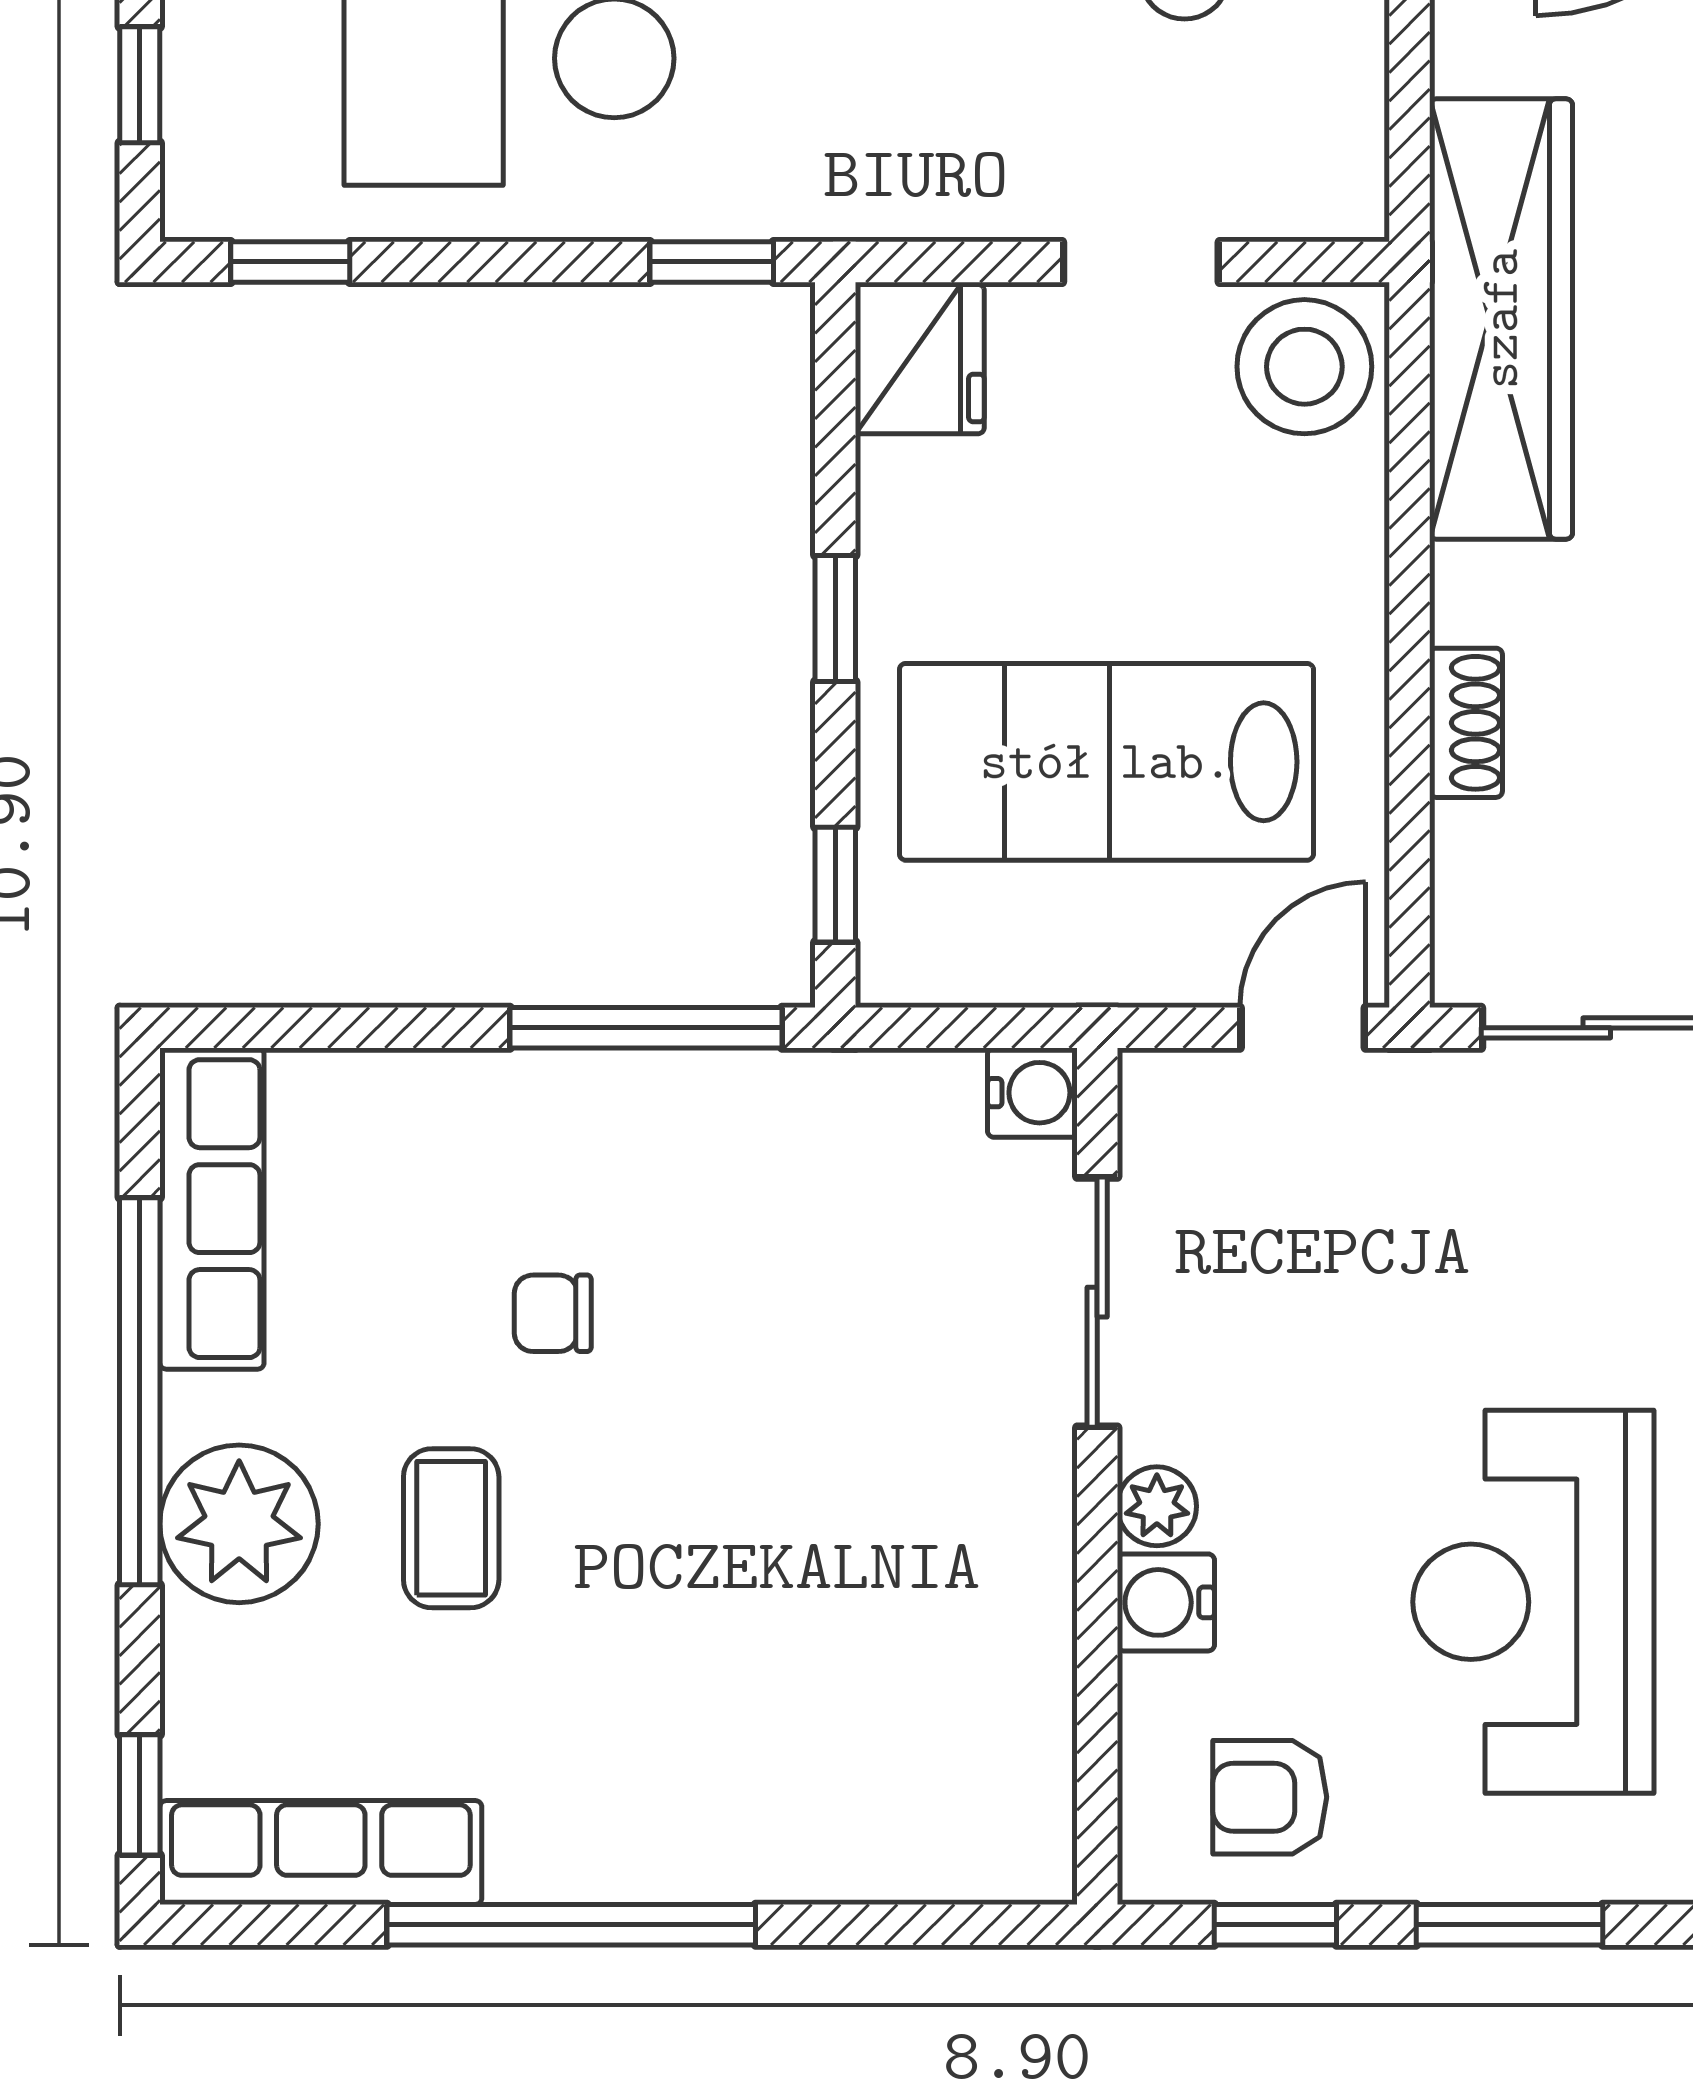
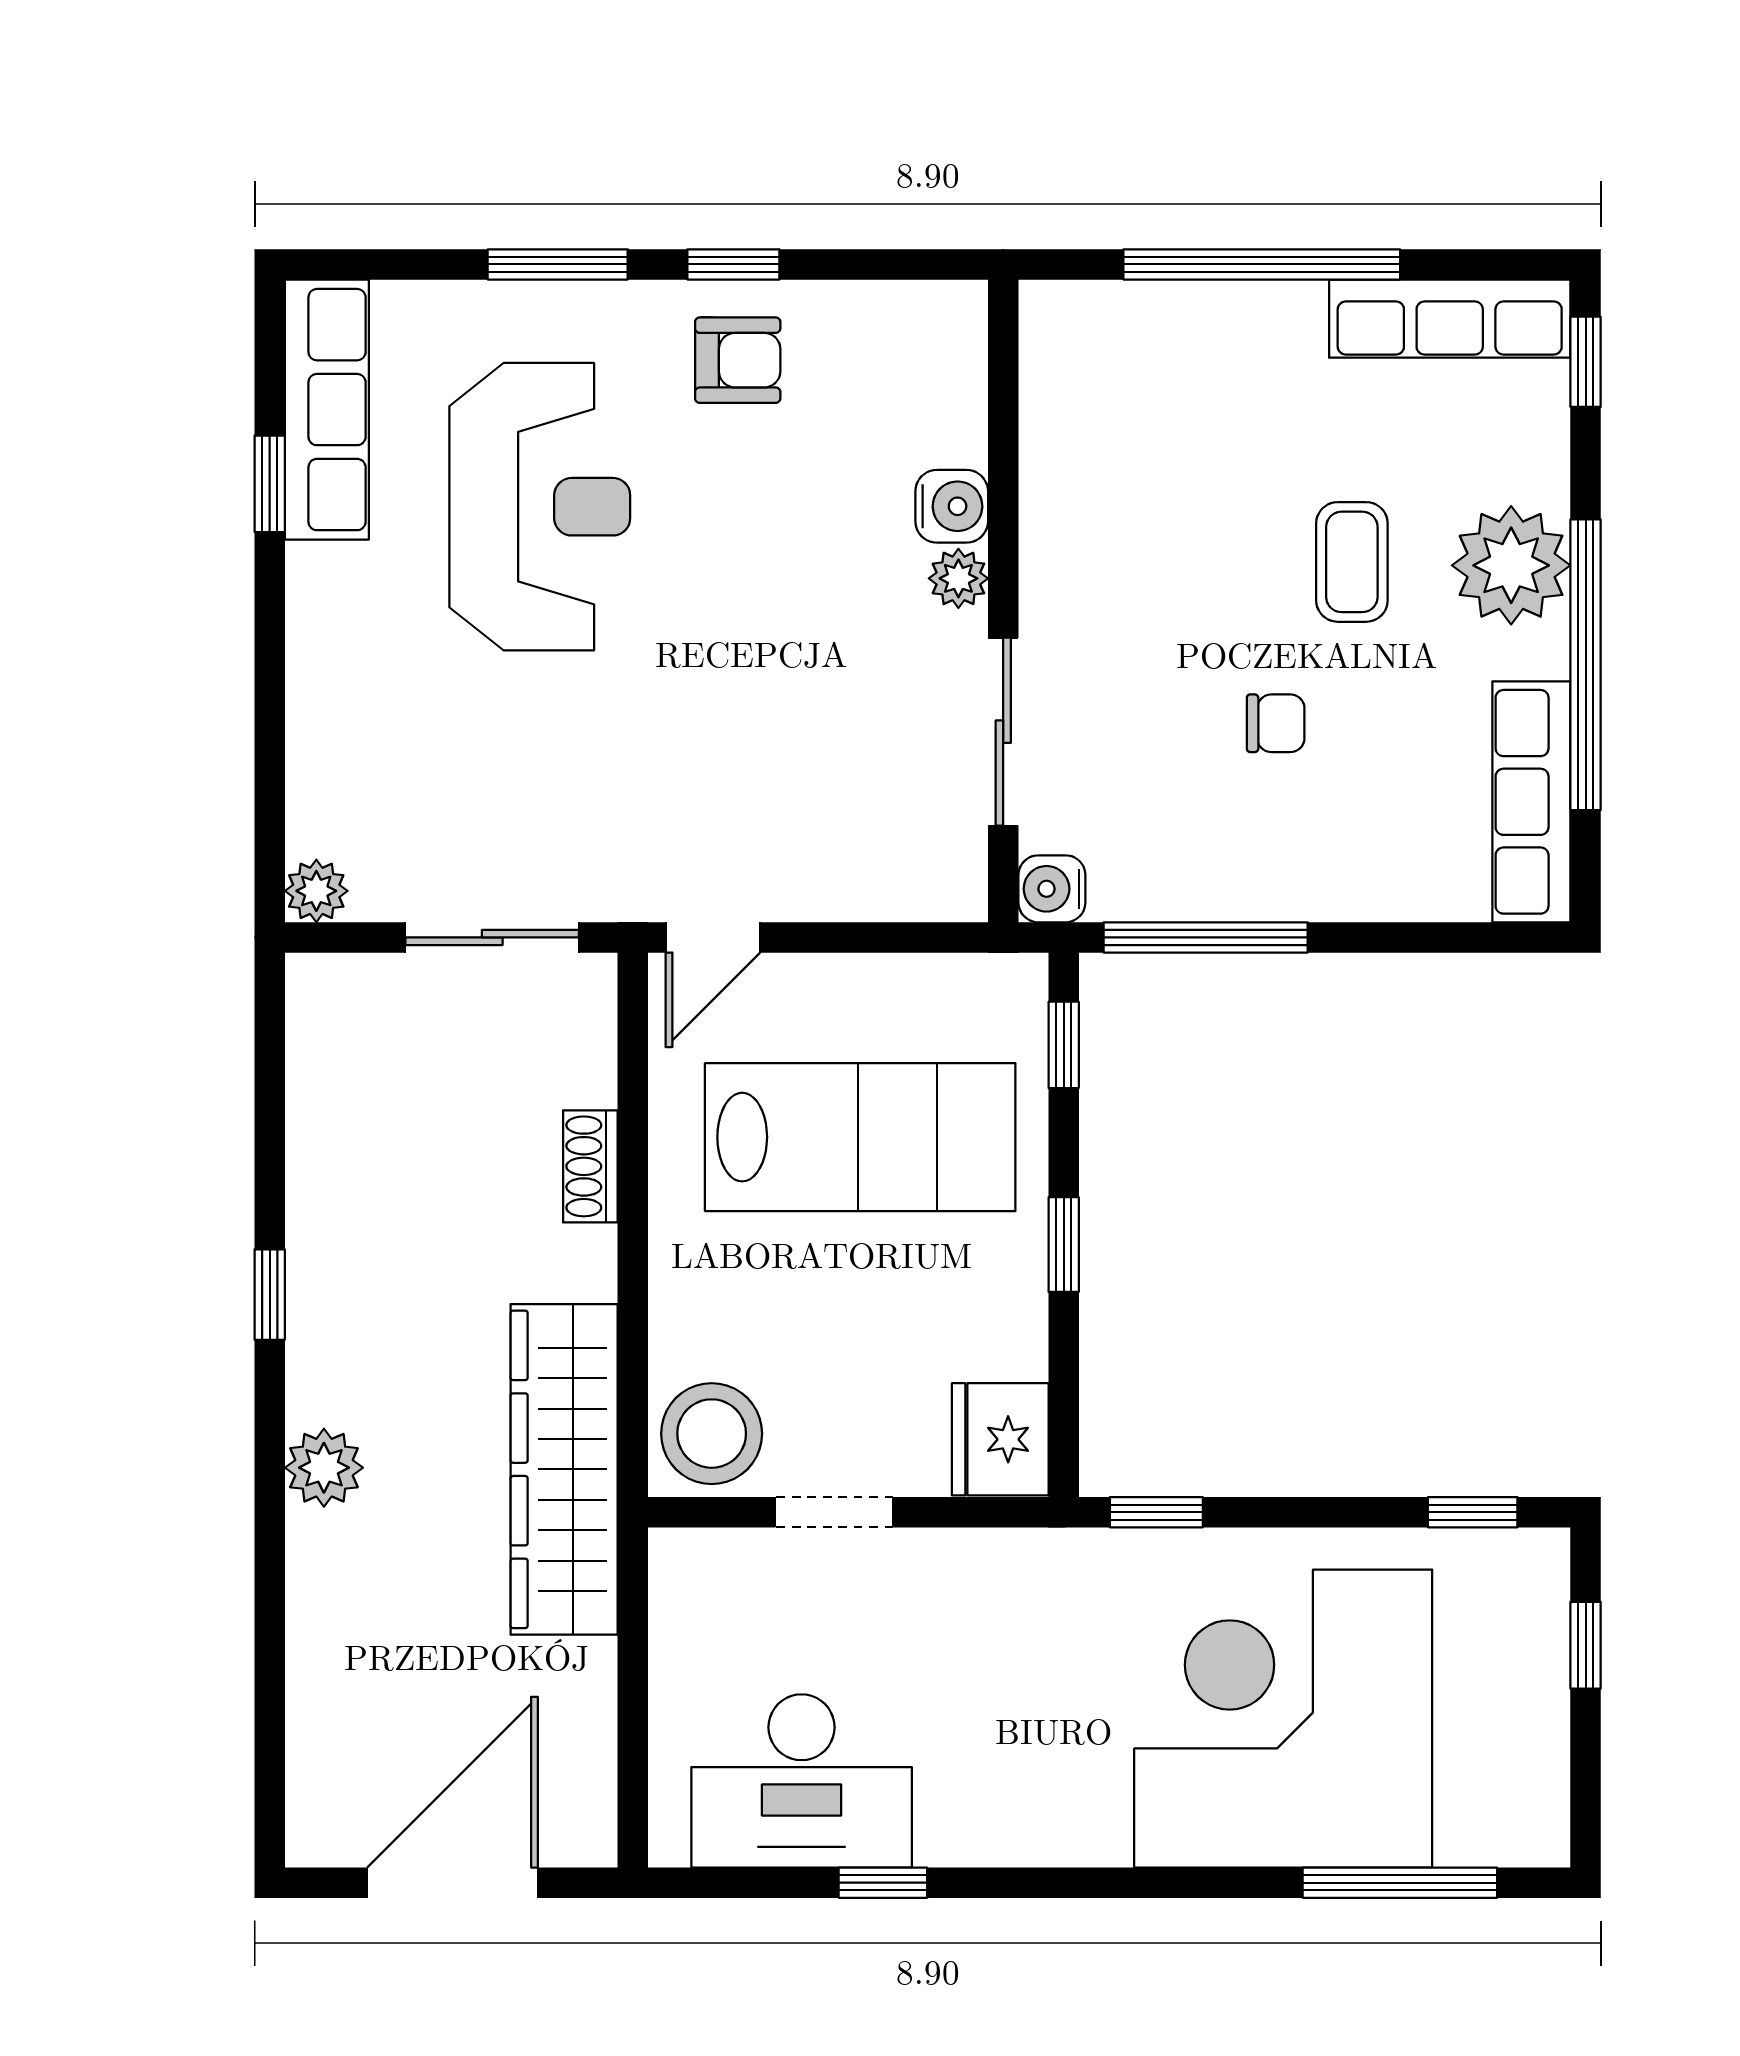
water cooler: (1032, 1093) -> (1052, 889), moved
sliding door: (1097, 1302) -> (1003, 732), moved
wall: (1097, 1476) -> (1003, 601), moved
plant: (1157, 1506) -> (958, 578), moved
water cooler: (1166, 1602) -> (952, 506), moved

